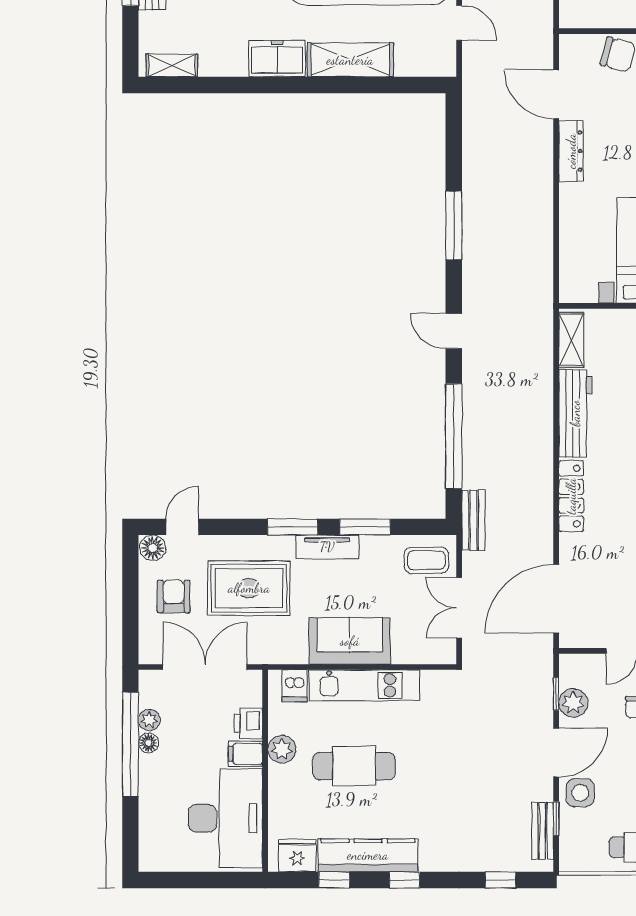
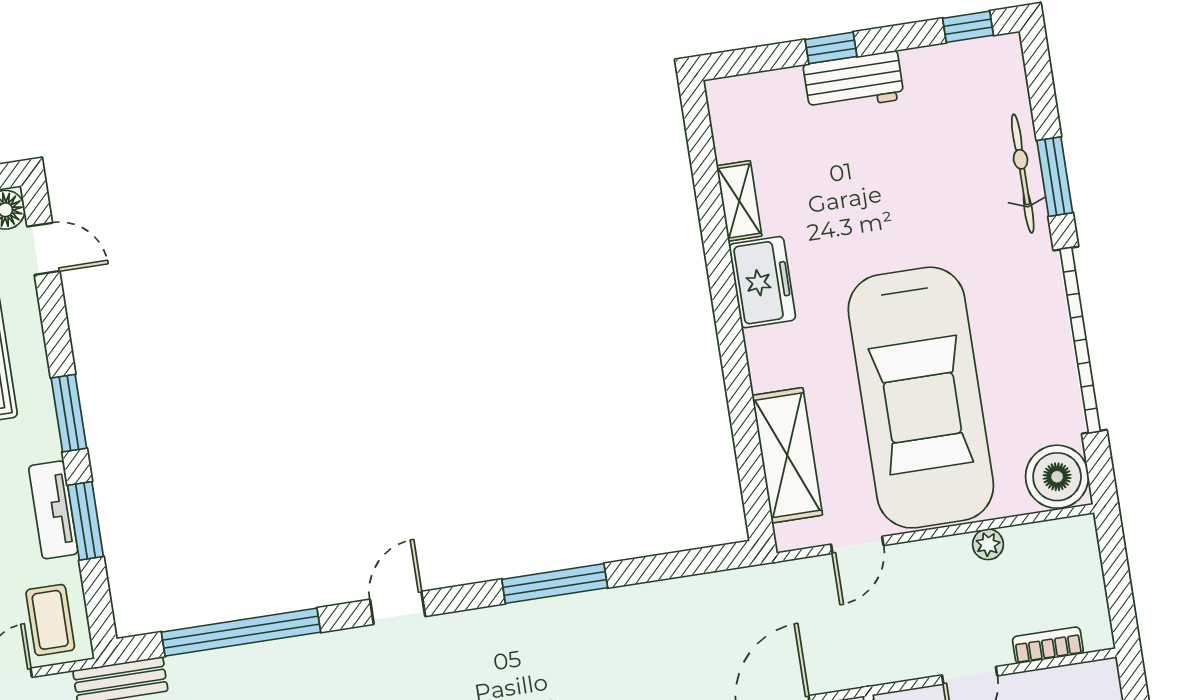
shelving: (350, 60) -> (787, 455), moved
shelving: (172, 65) -> (739, 201), moved
tv unit: (327, 547) -> (53, 510), moved

